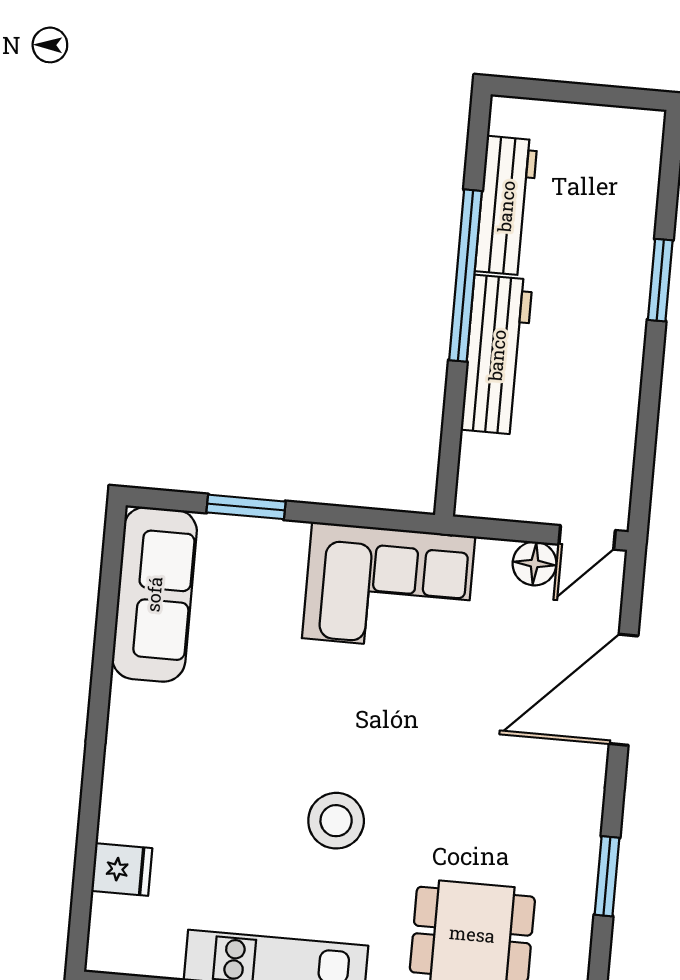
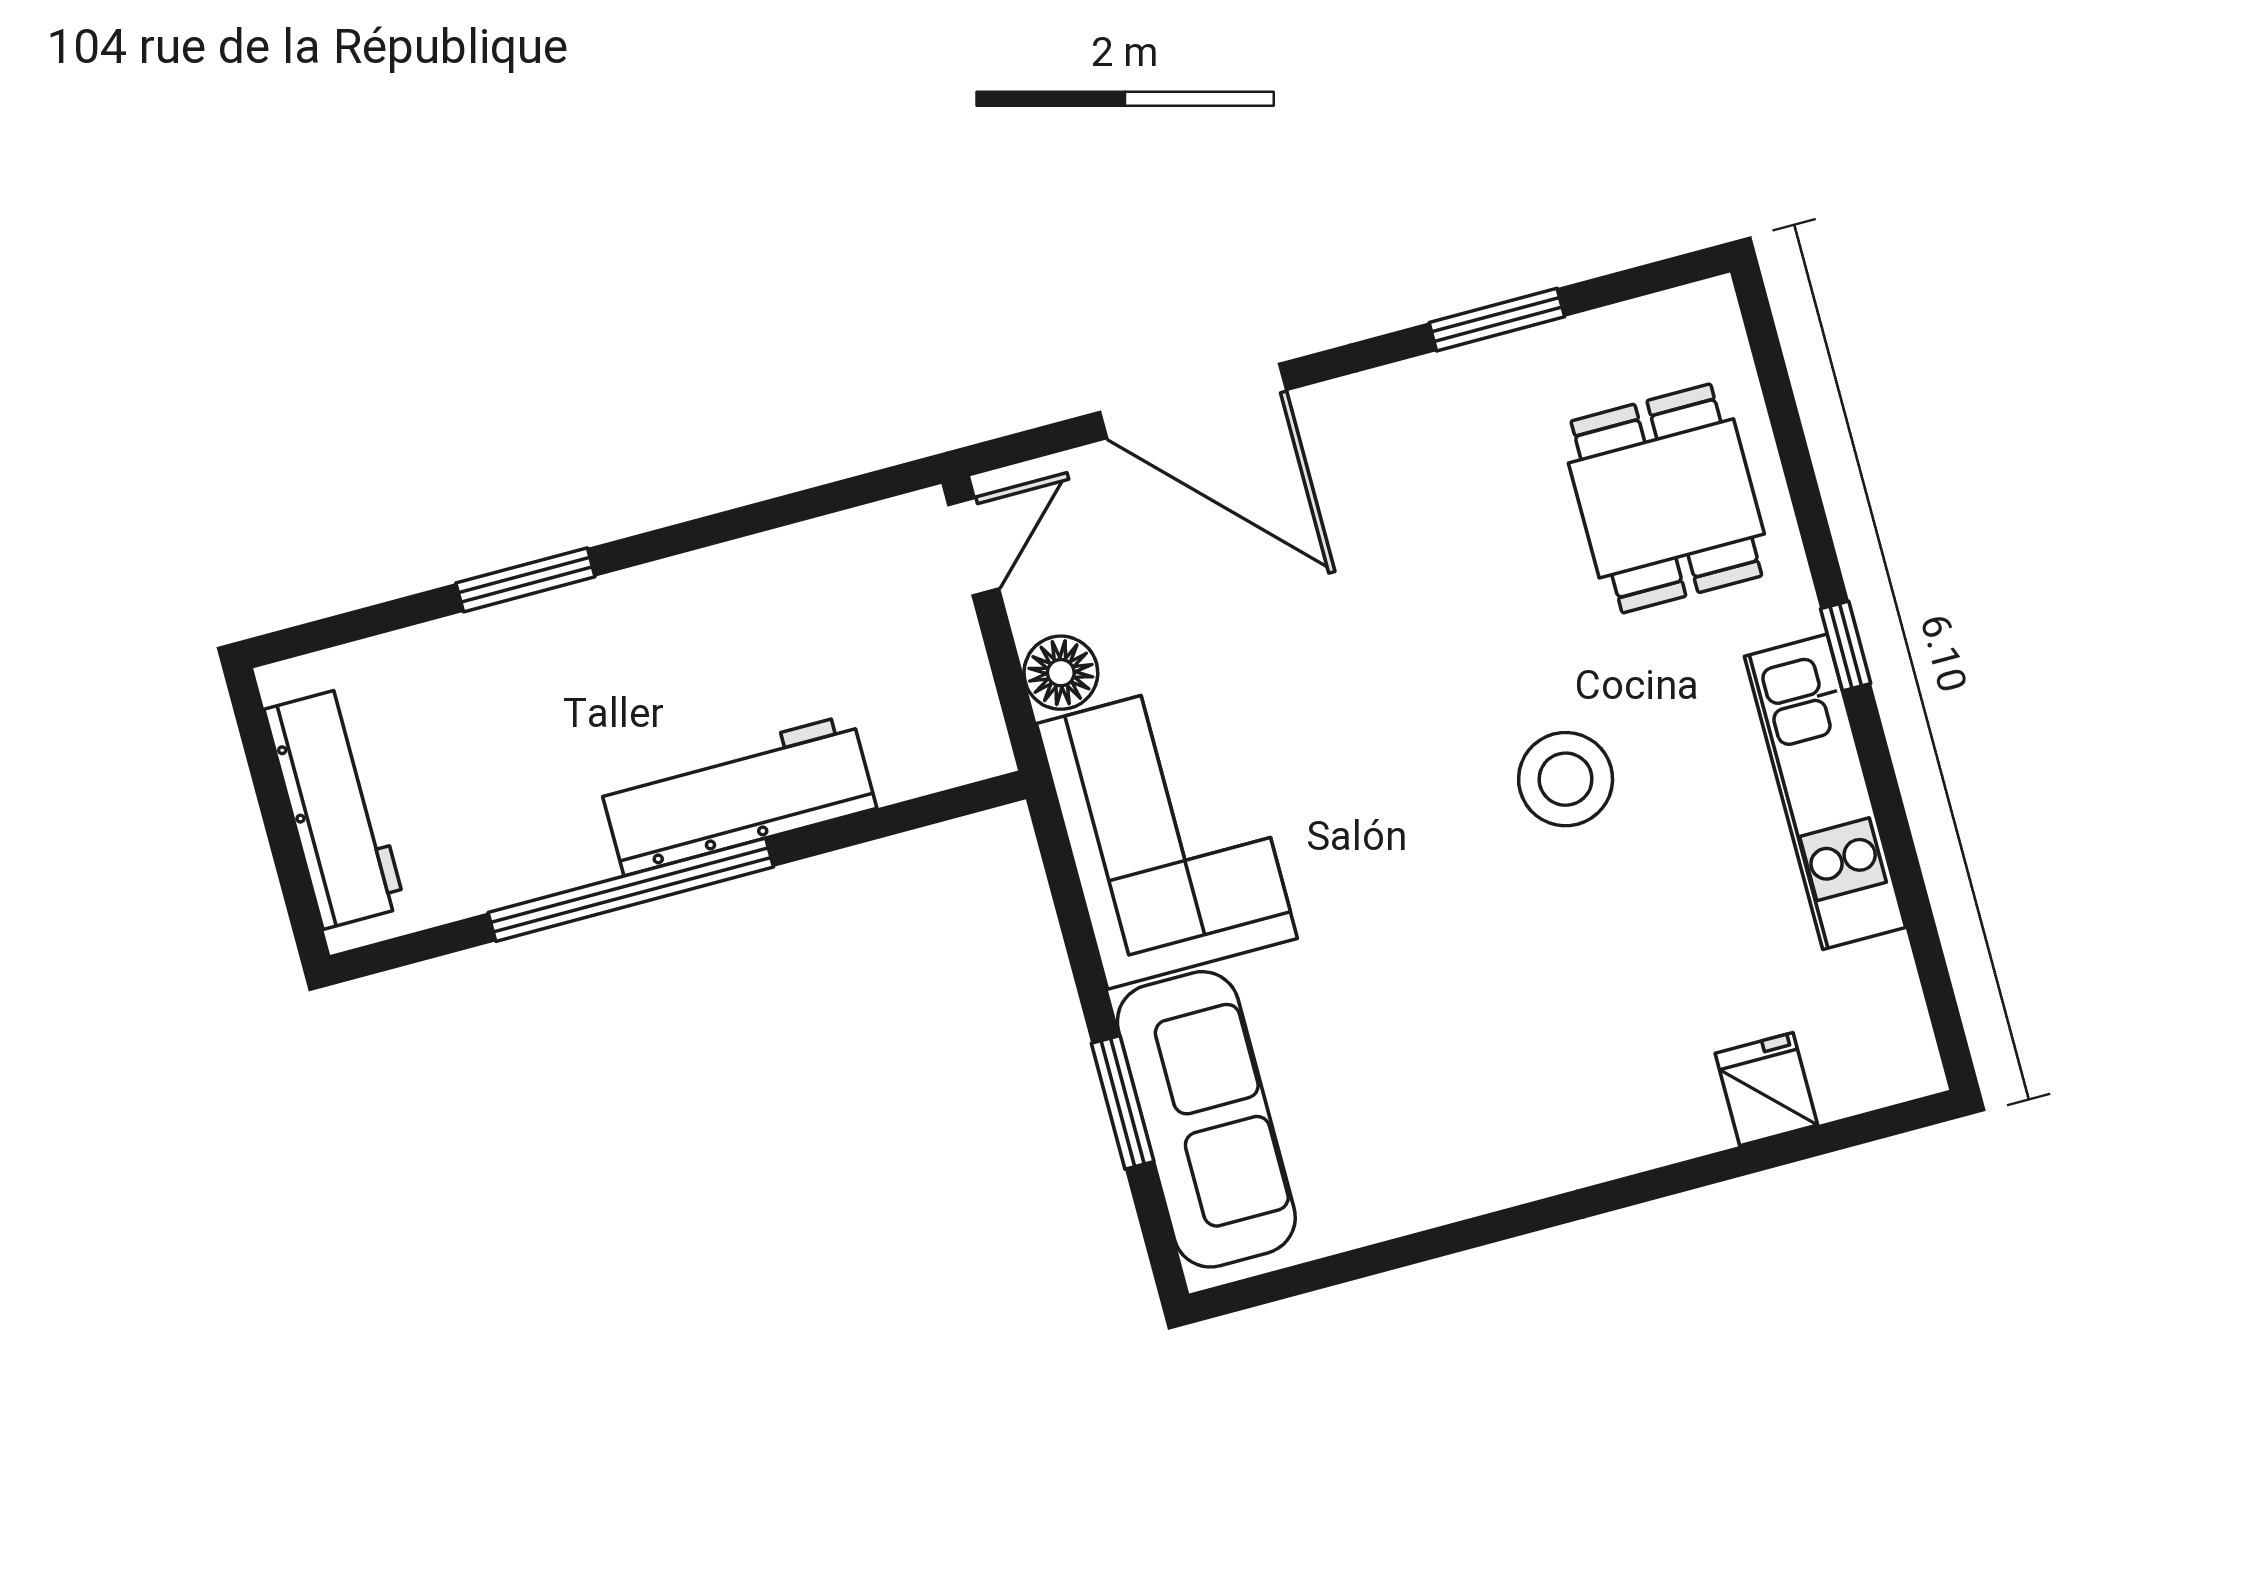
workbench: (506, 206) -> (335, 808), moved, turned 90
door: (587, 537) -> (974, 547), hinge flipped
floor lamp: (534, 564) -> (1061, 673), moved
sofa: (154, 594) -> (1206, 1119), moved, turned 90

